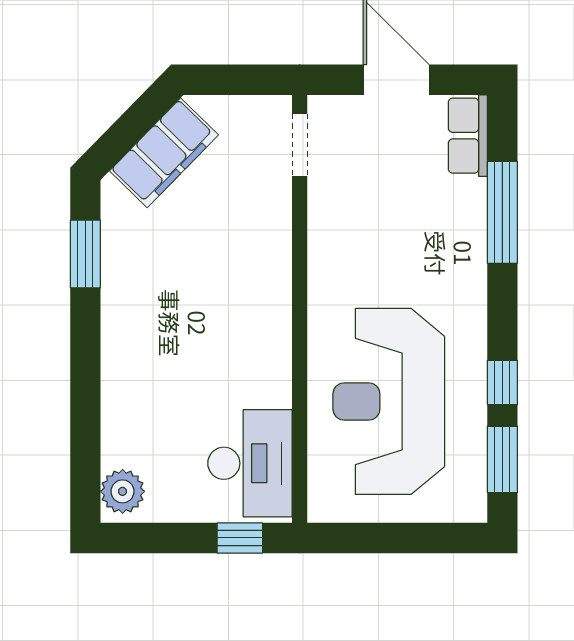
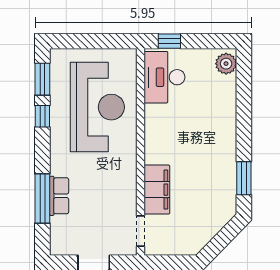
row of seats: (468, 136) -> (59, 196), moved
filing cabinet: (164, 153) -> (157, 190), moved, turned 136

